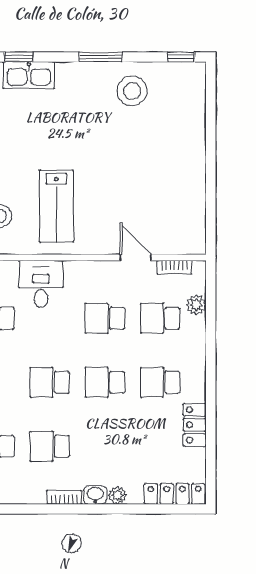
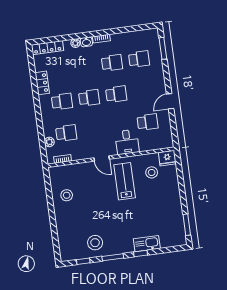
window: (19, 57) -> (141, 254), moved
window: (181, 57) -> (83, 261), moved
stool: (176, 193) -> (67, 195), added
door: (136, 257) -> (102, 159), moved
school desk: (105, 318) -> (93, 129), removed

